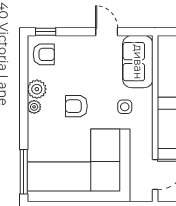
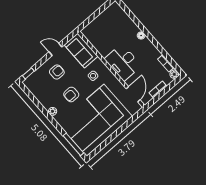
armchair: (44, 54) -> (57, 72), moved
plant: (37, 89) -> (47, 102), removed

